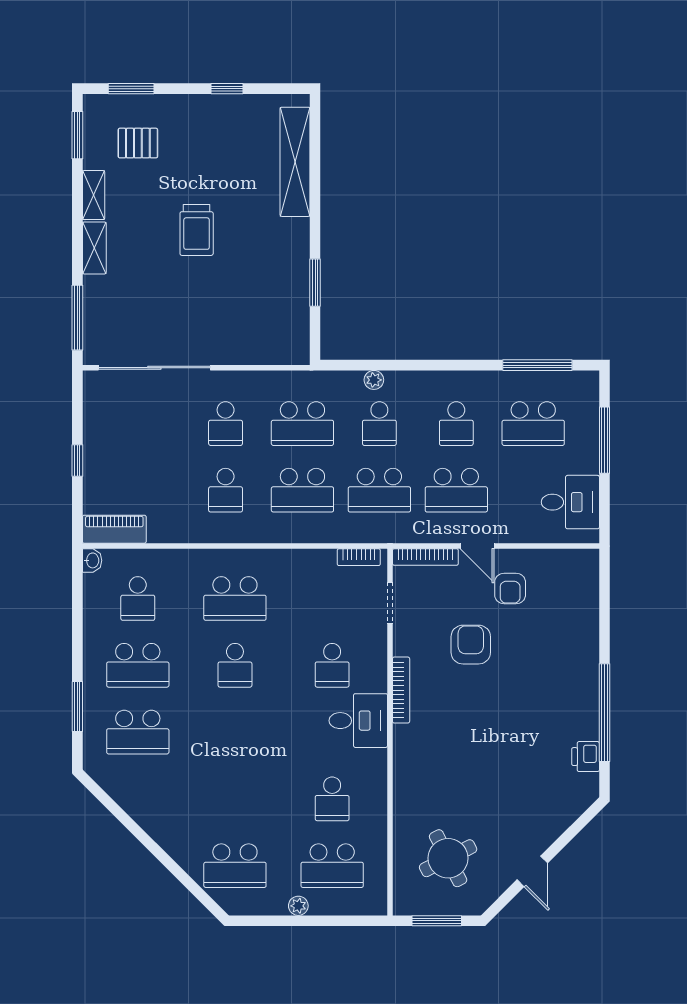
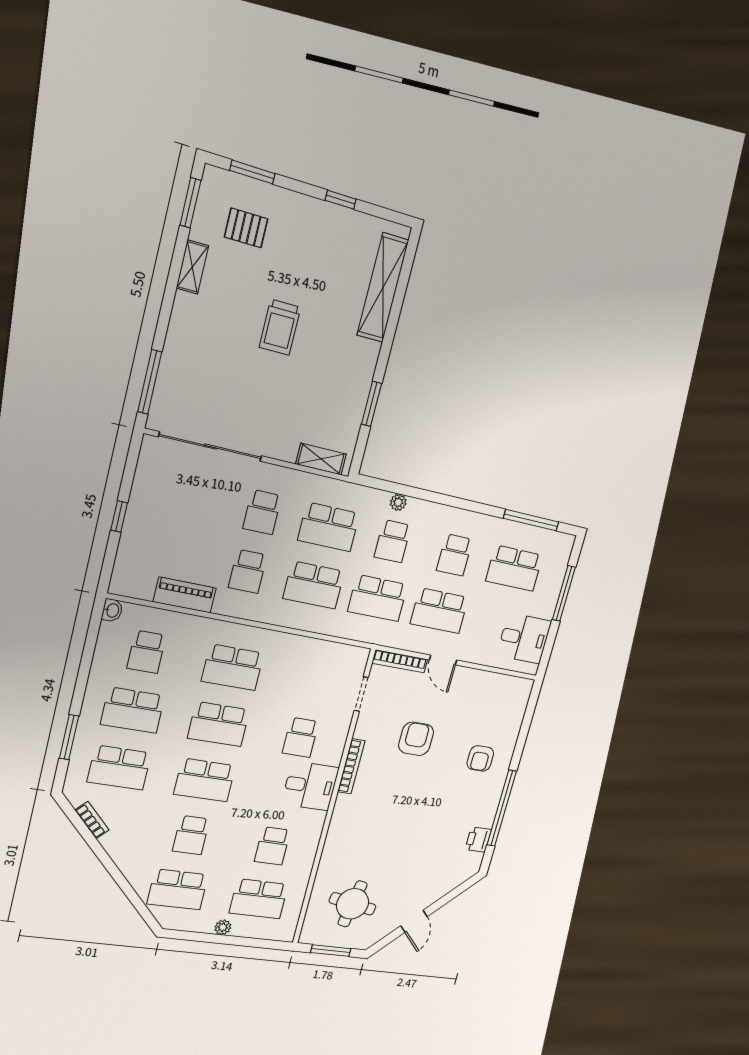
shelving: (94, 248) -> (321, 459), moved, turned 90
piano: (114, 529) -> (185, 595), moved
bookcase: (359, 557) -> (92, 820), moved, turned -135
armchair: (510, 588) -> (480, 758), moved
school desk: (235, 665) -> (219, 724), width x1.85
school desk: (235, 732) -> (205, 780), added
school desk: (235, 799) -> (191, 835), added
round table: (448, 858) -> (353, 904), turned 37

